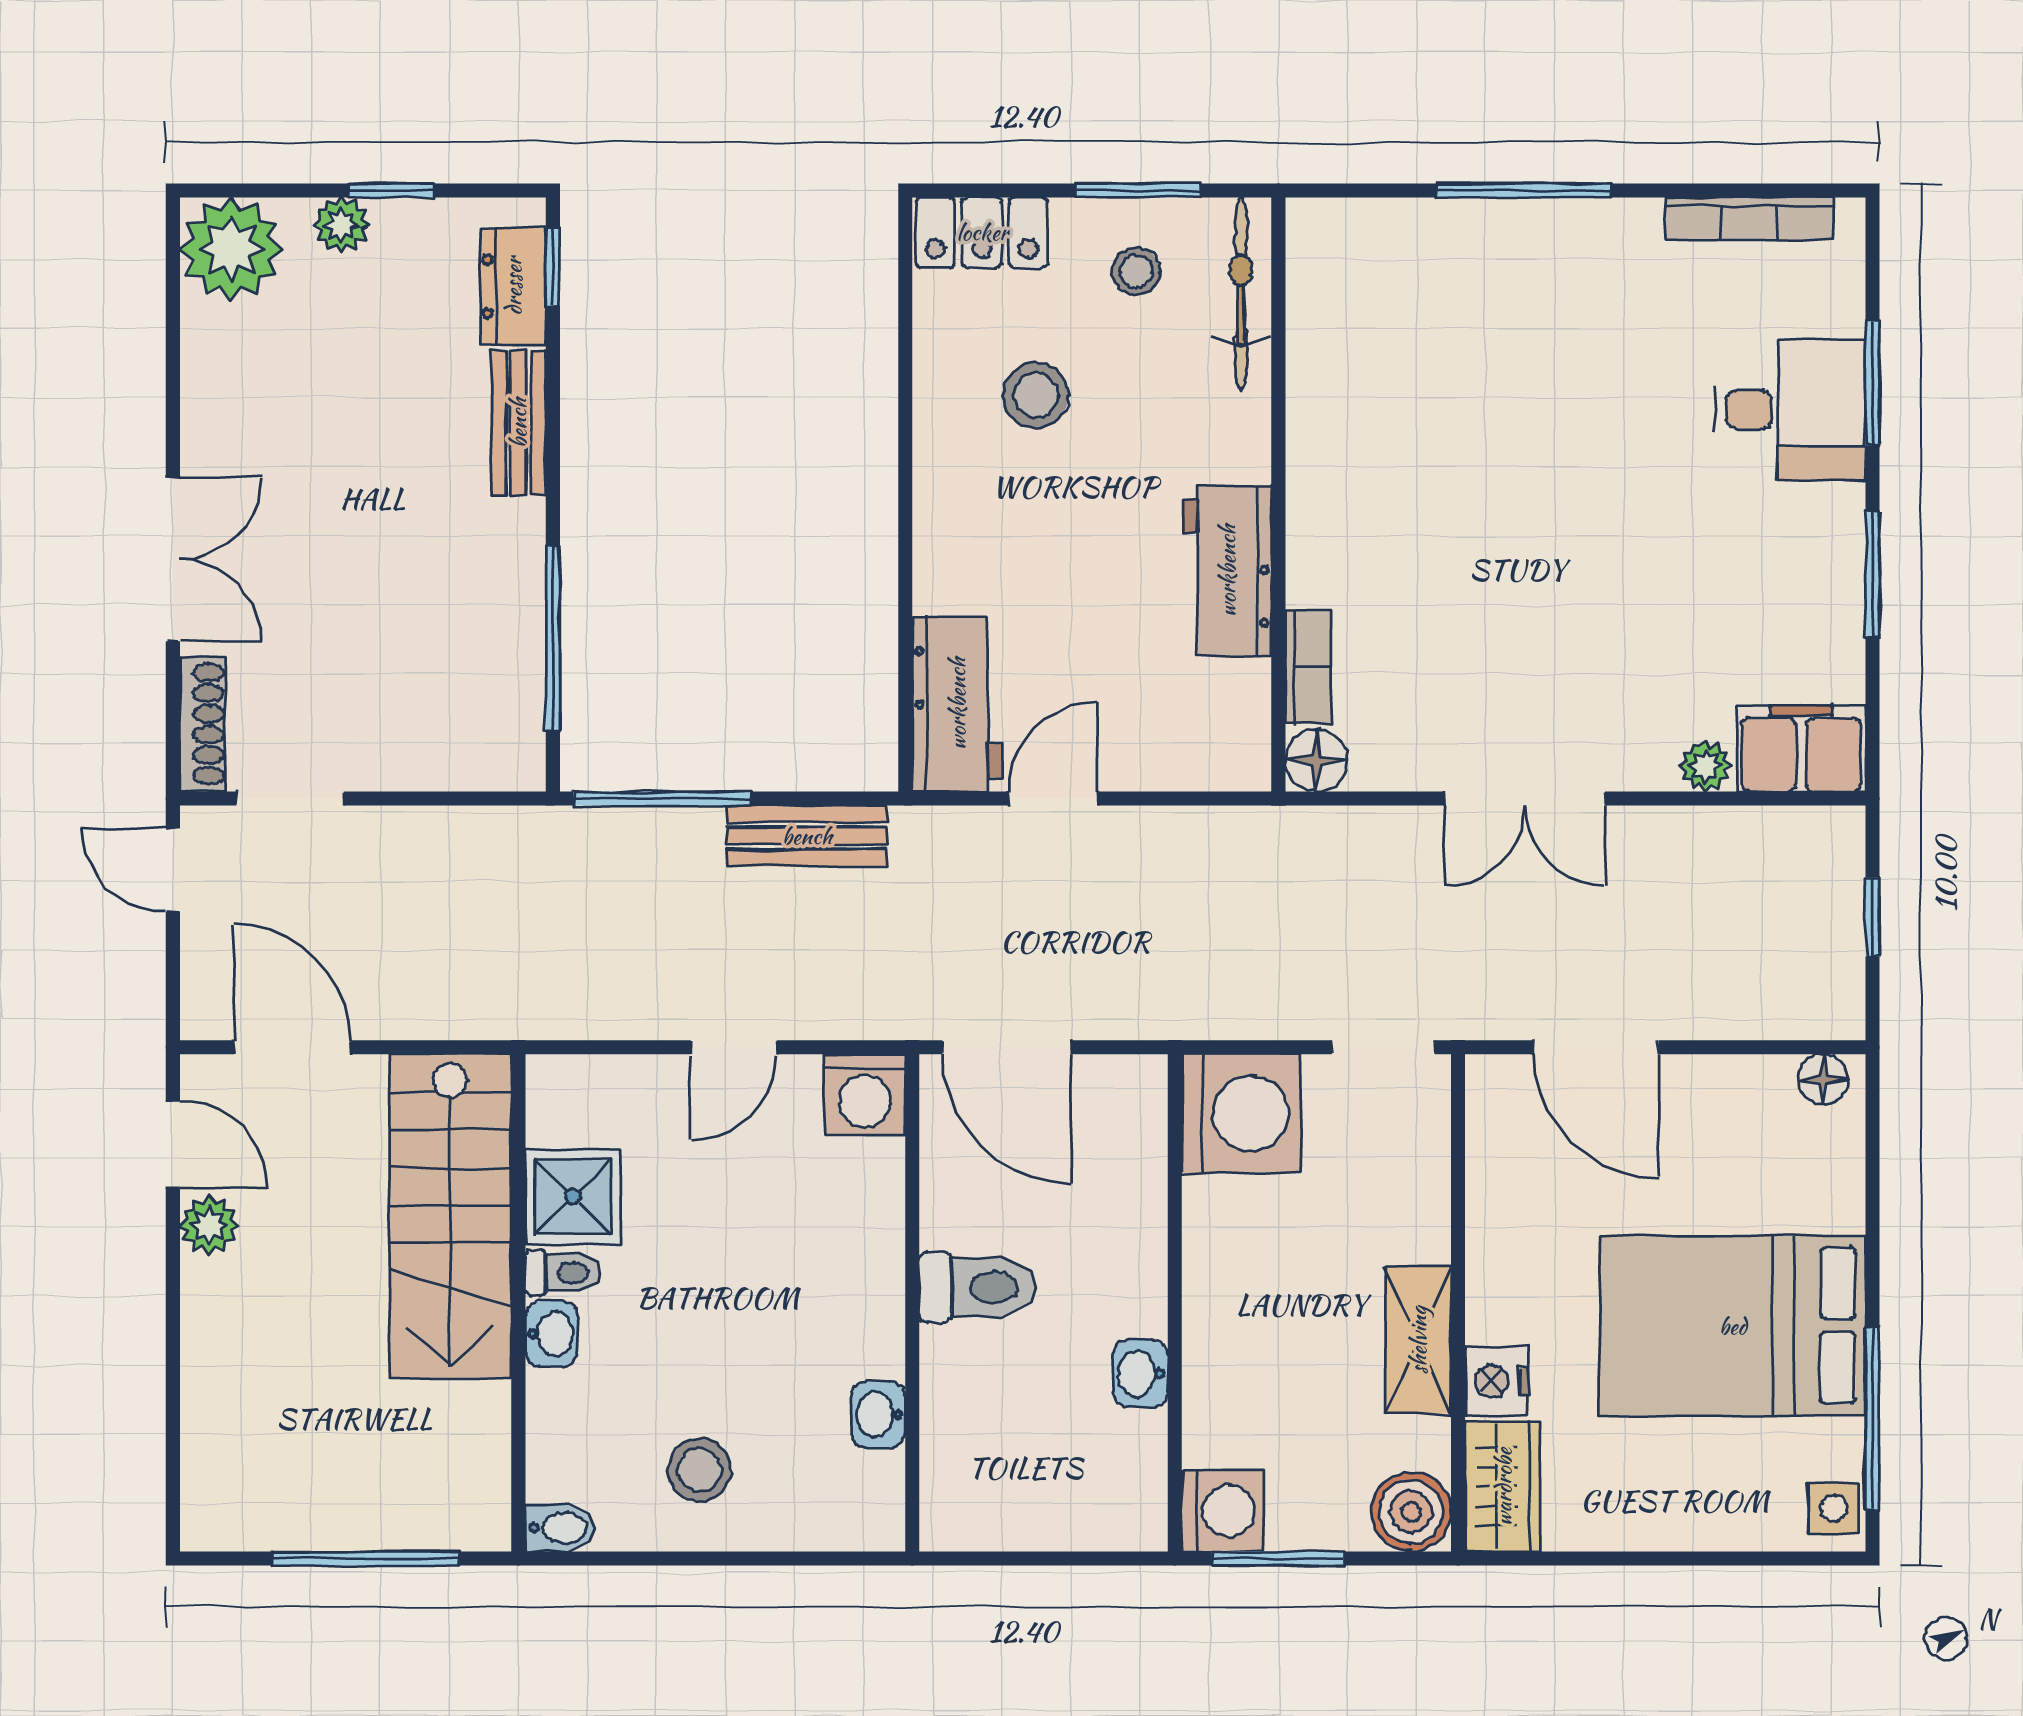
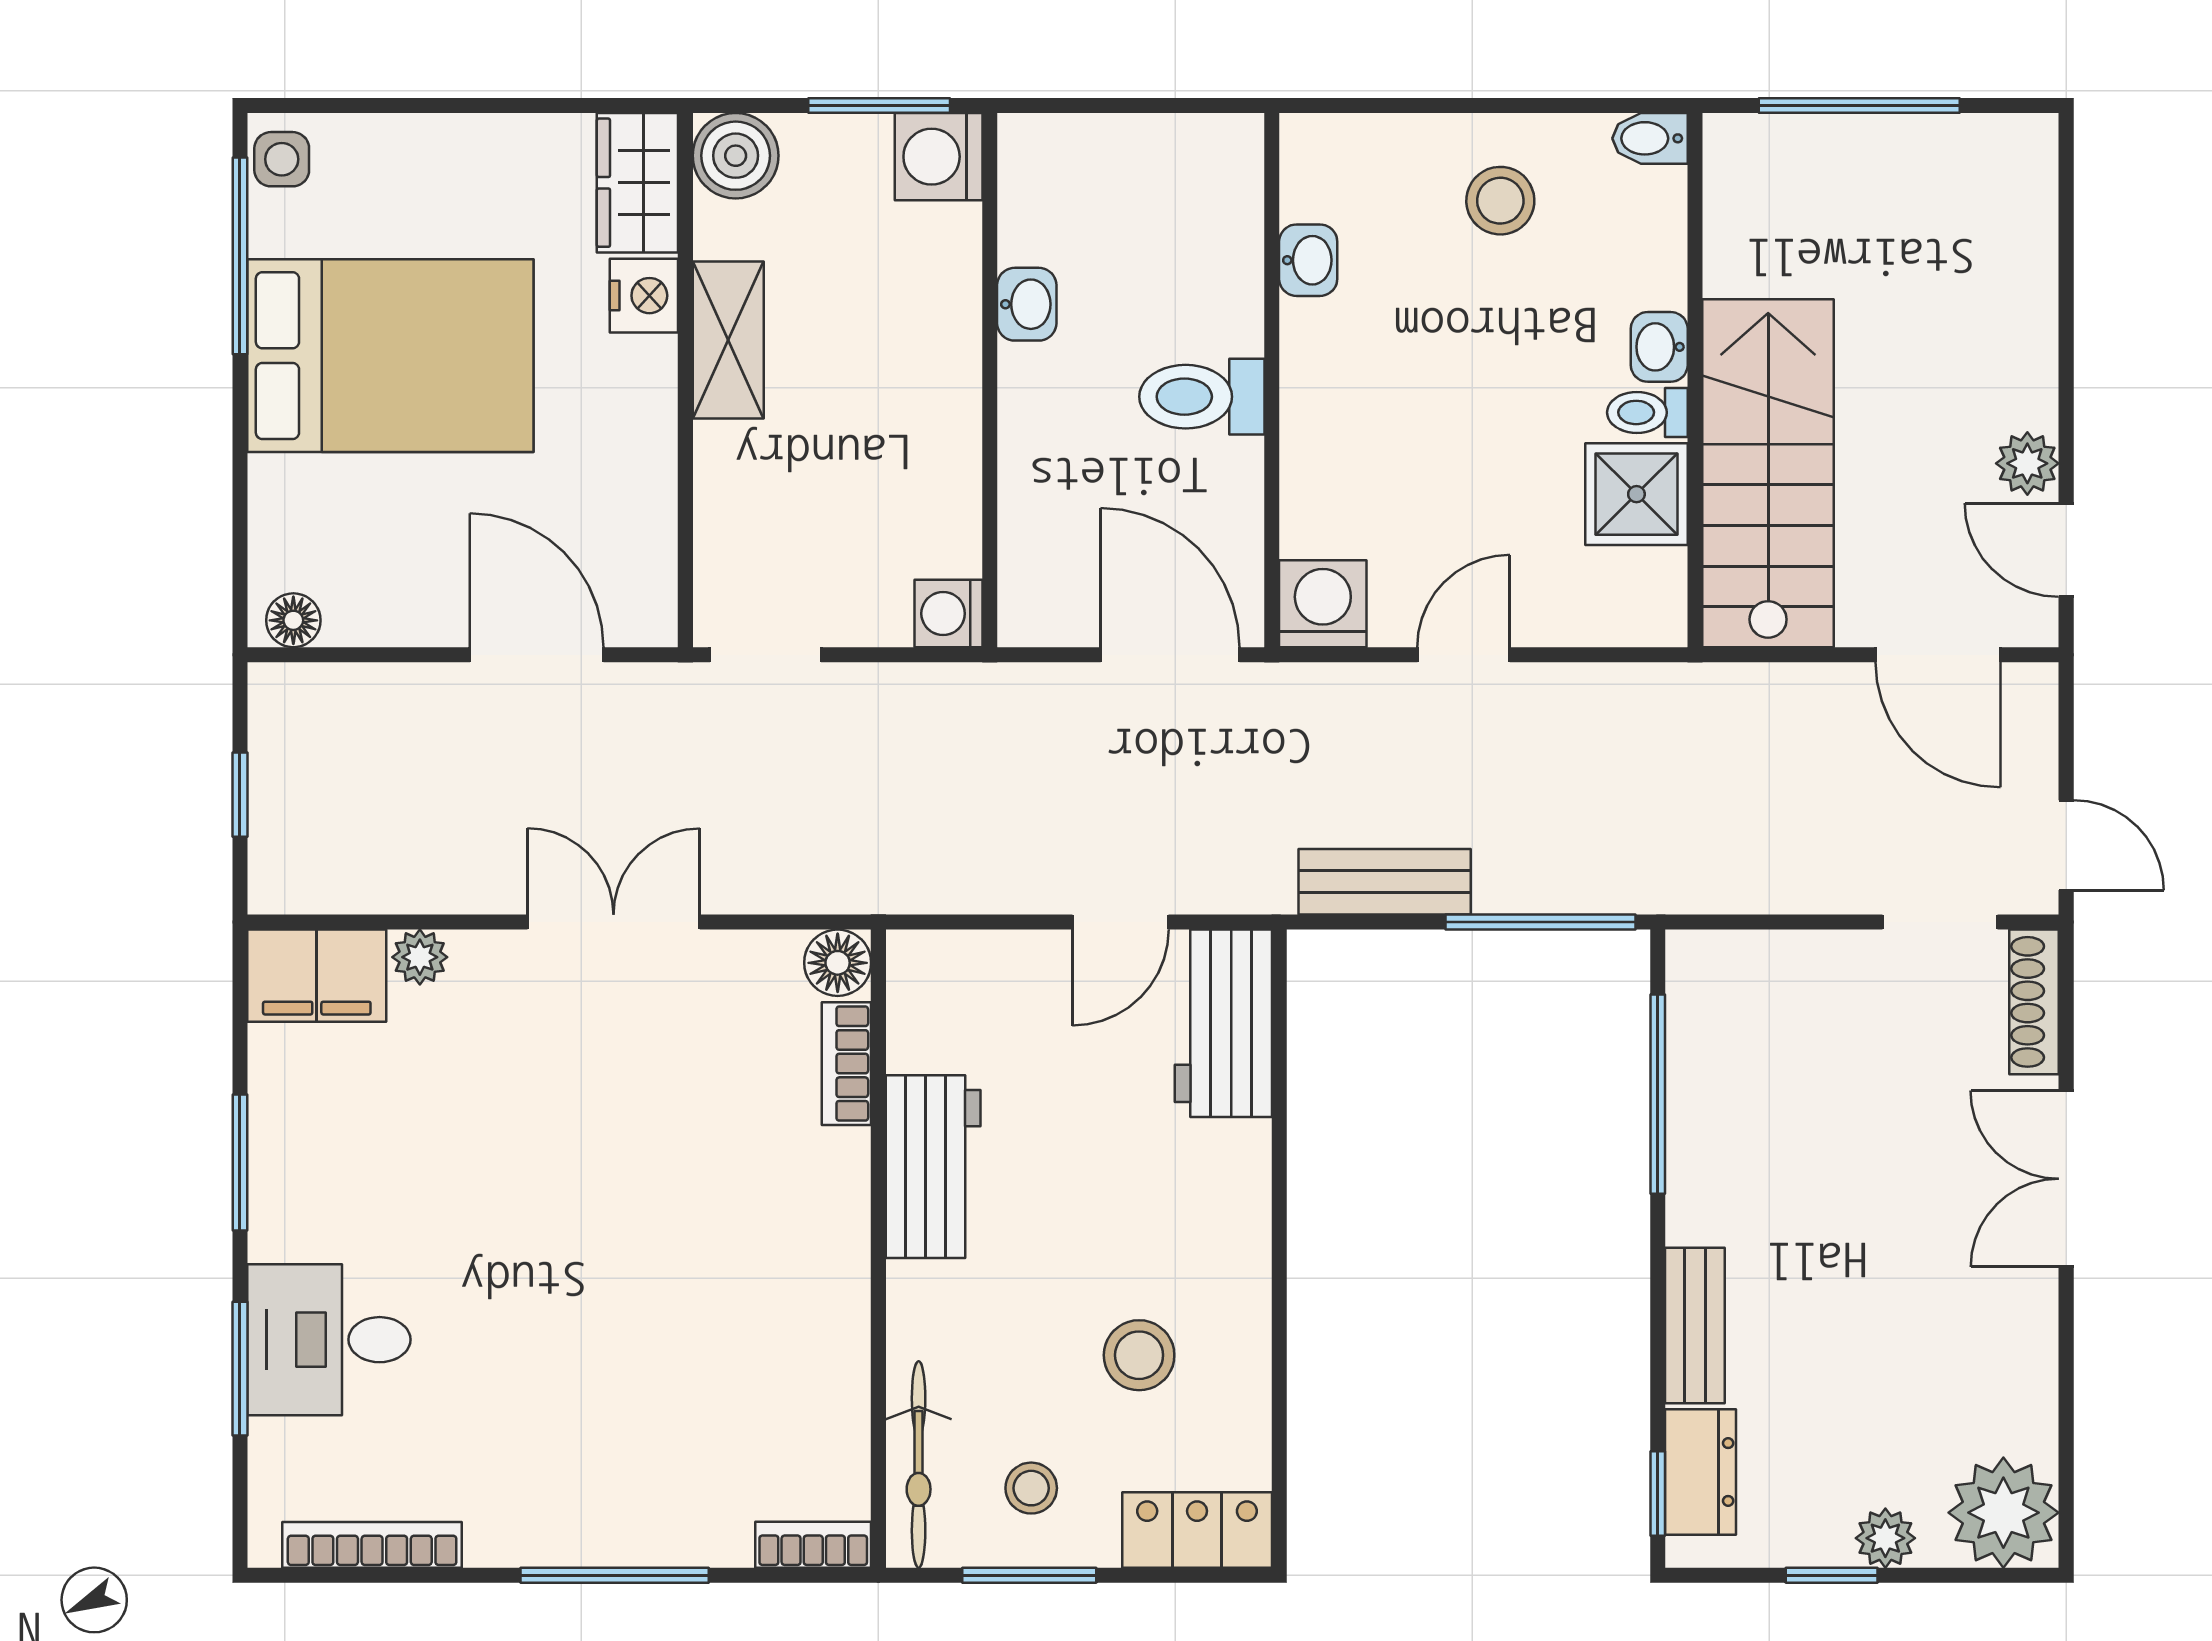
bookcase: (1339, 219) -> (813, 1545), added
washing machine: (1241, 1114) -> (948, 614), width x0.53, depth x0.53

